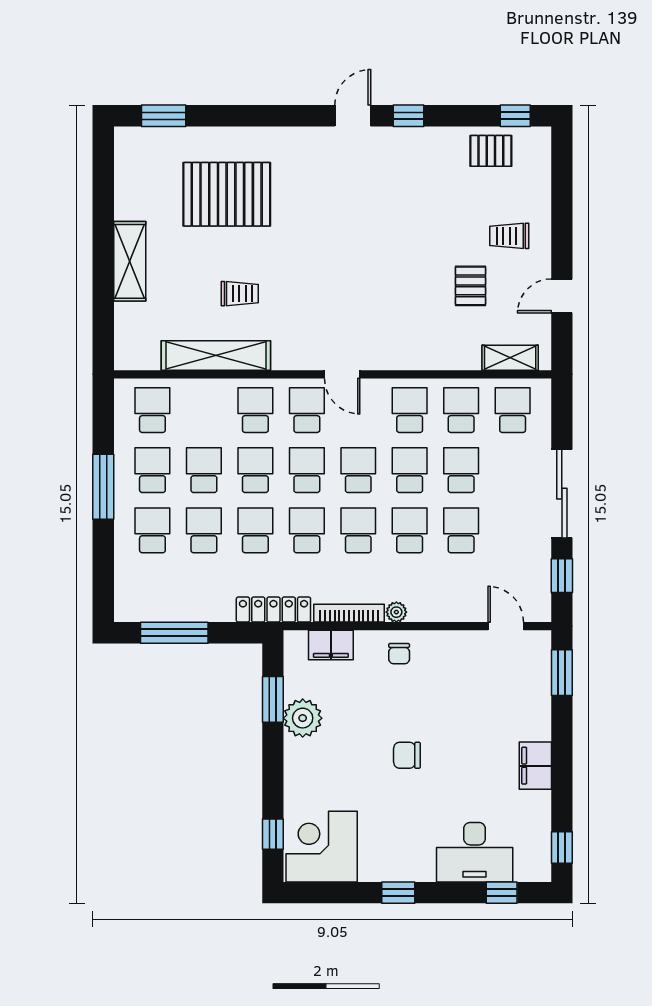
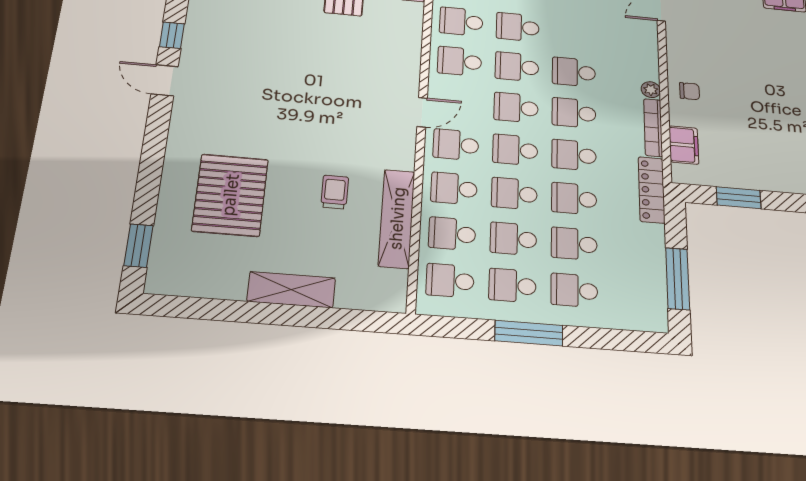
school desk: (461, 530) -> (452, 234), moved
plant: (303, 718) -> (755, 174), removed
chair: (407, 755) -> (783, 94), removed

